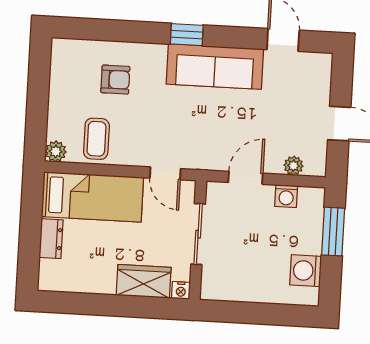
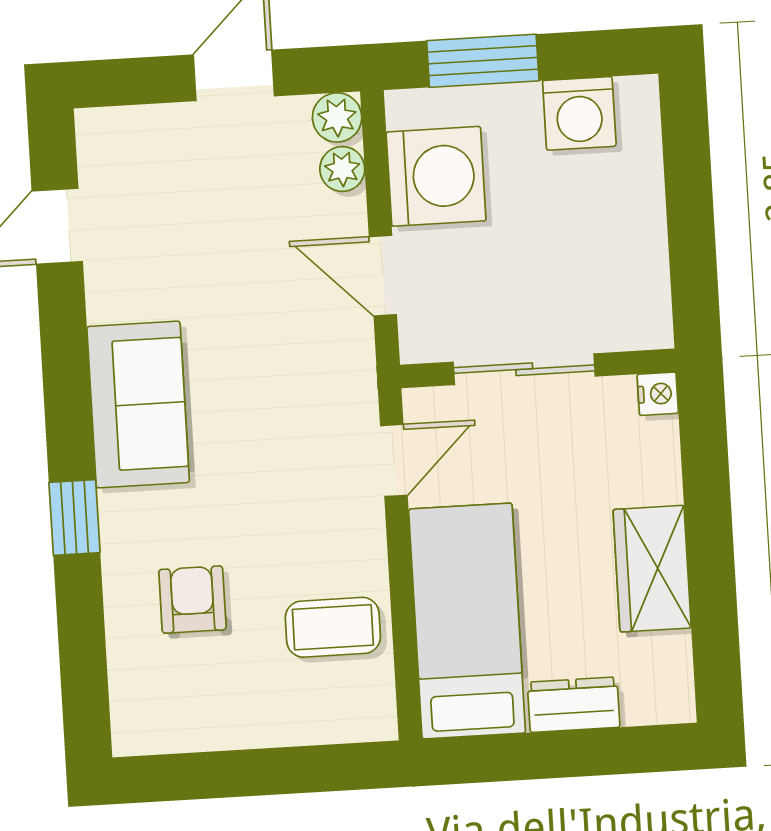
window: (187, 35) -> (75, 518), moved
sofa: (215, 67) -> (138, 404), width x0.73
plant: (56, 151) -> (337, 117), moved
washing machine: (286, 196) -> (436, 176), width x1.89, depth x1.89
wardrobe: (144, 281) -> (652, 569), moved

